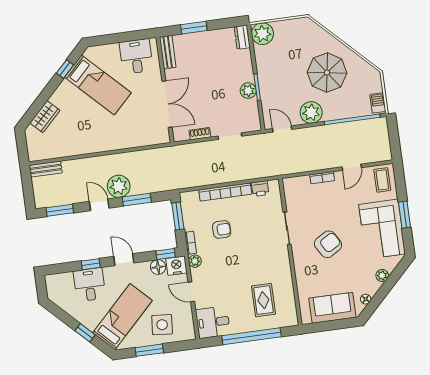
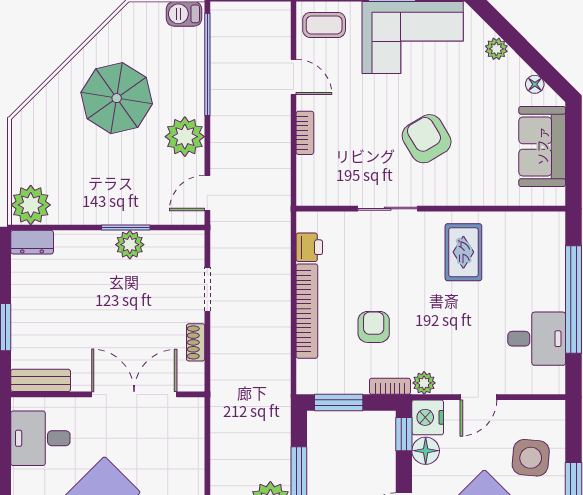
rug: (263, 300) -> (463, 252), moved, turned 90
desk: (213, 322) -> (537, 339), moved, turned -90

